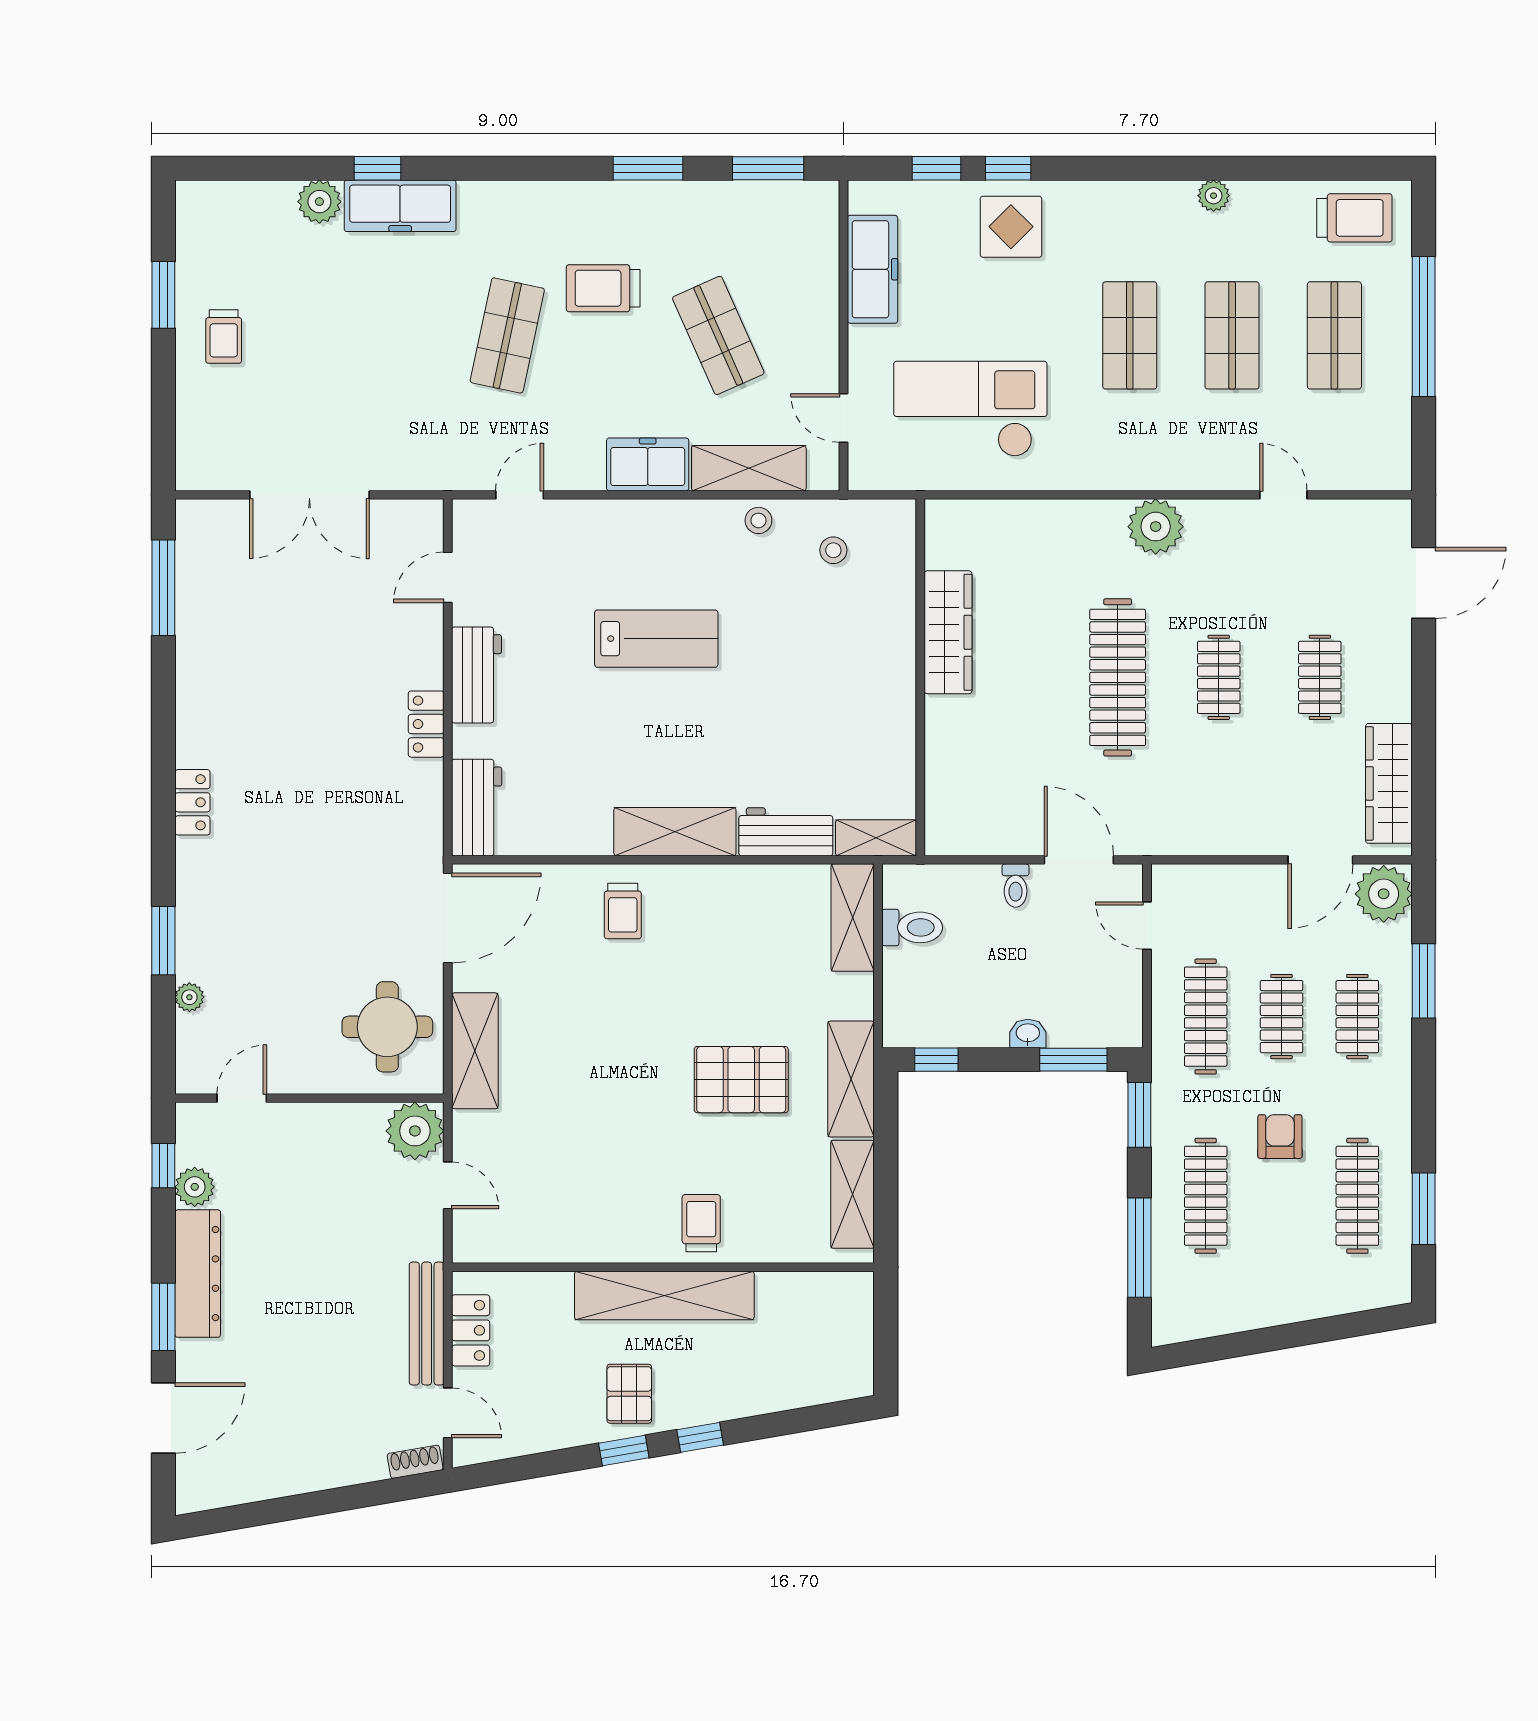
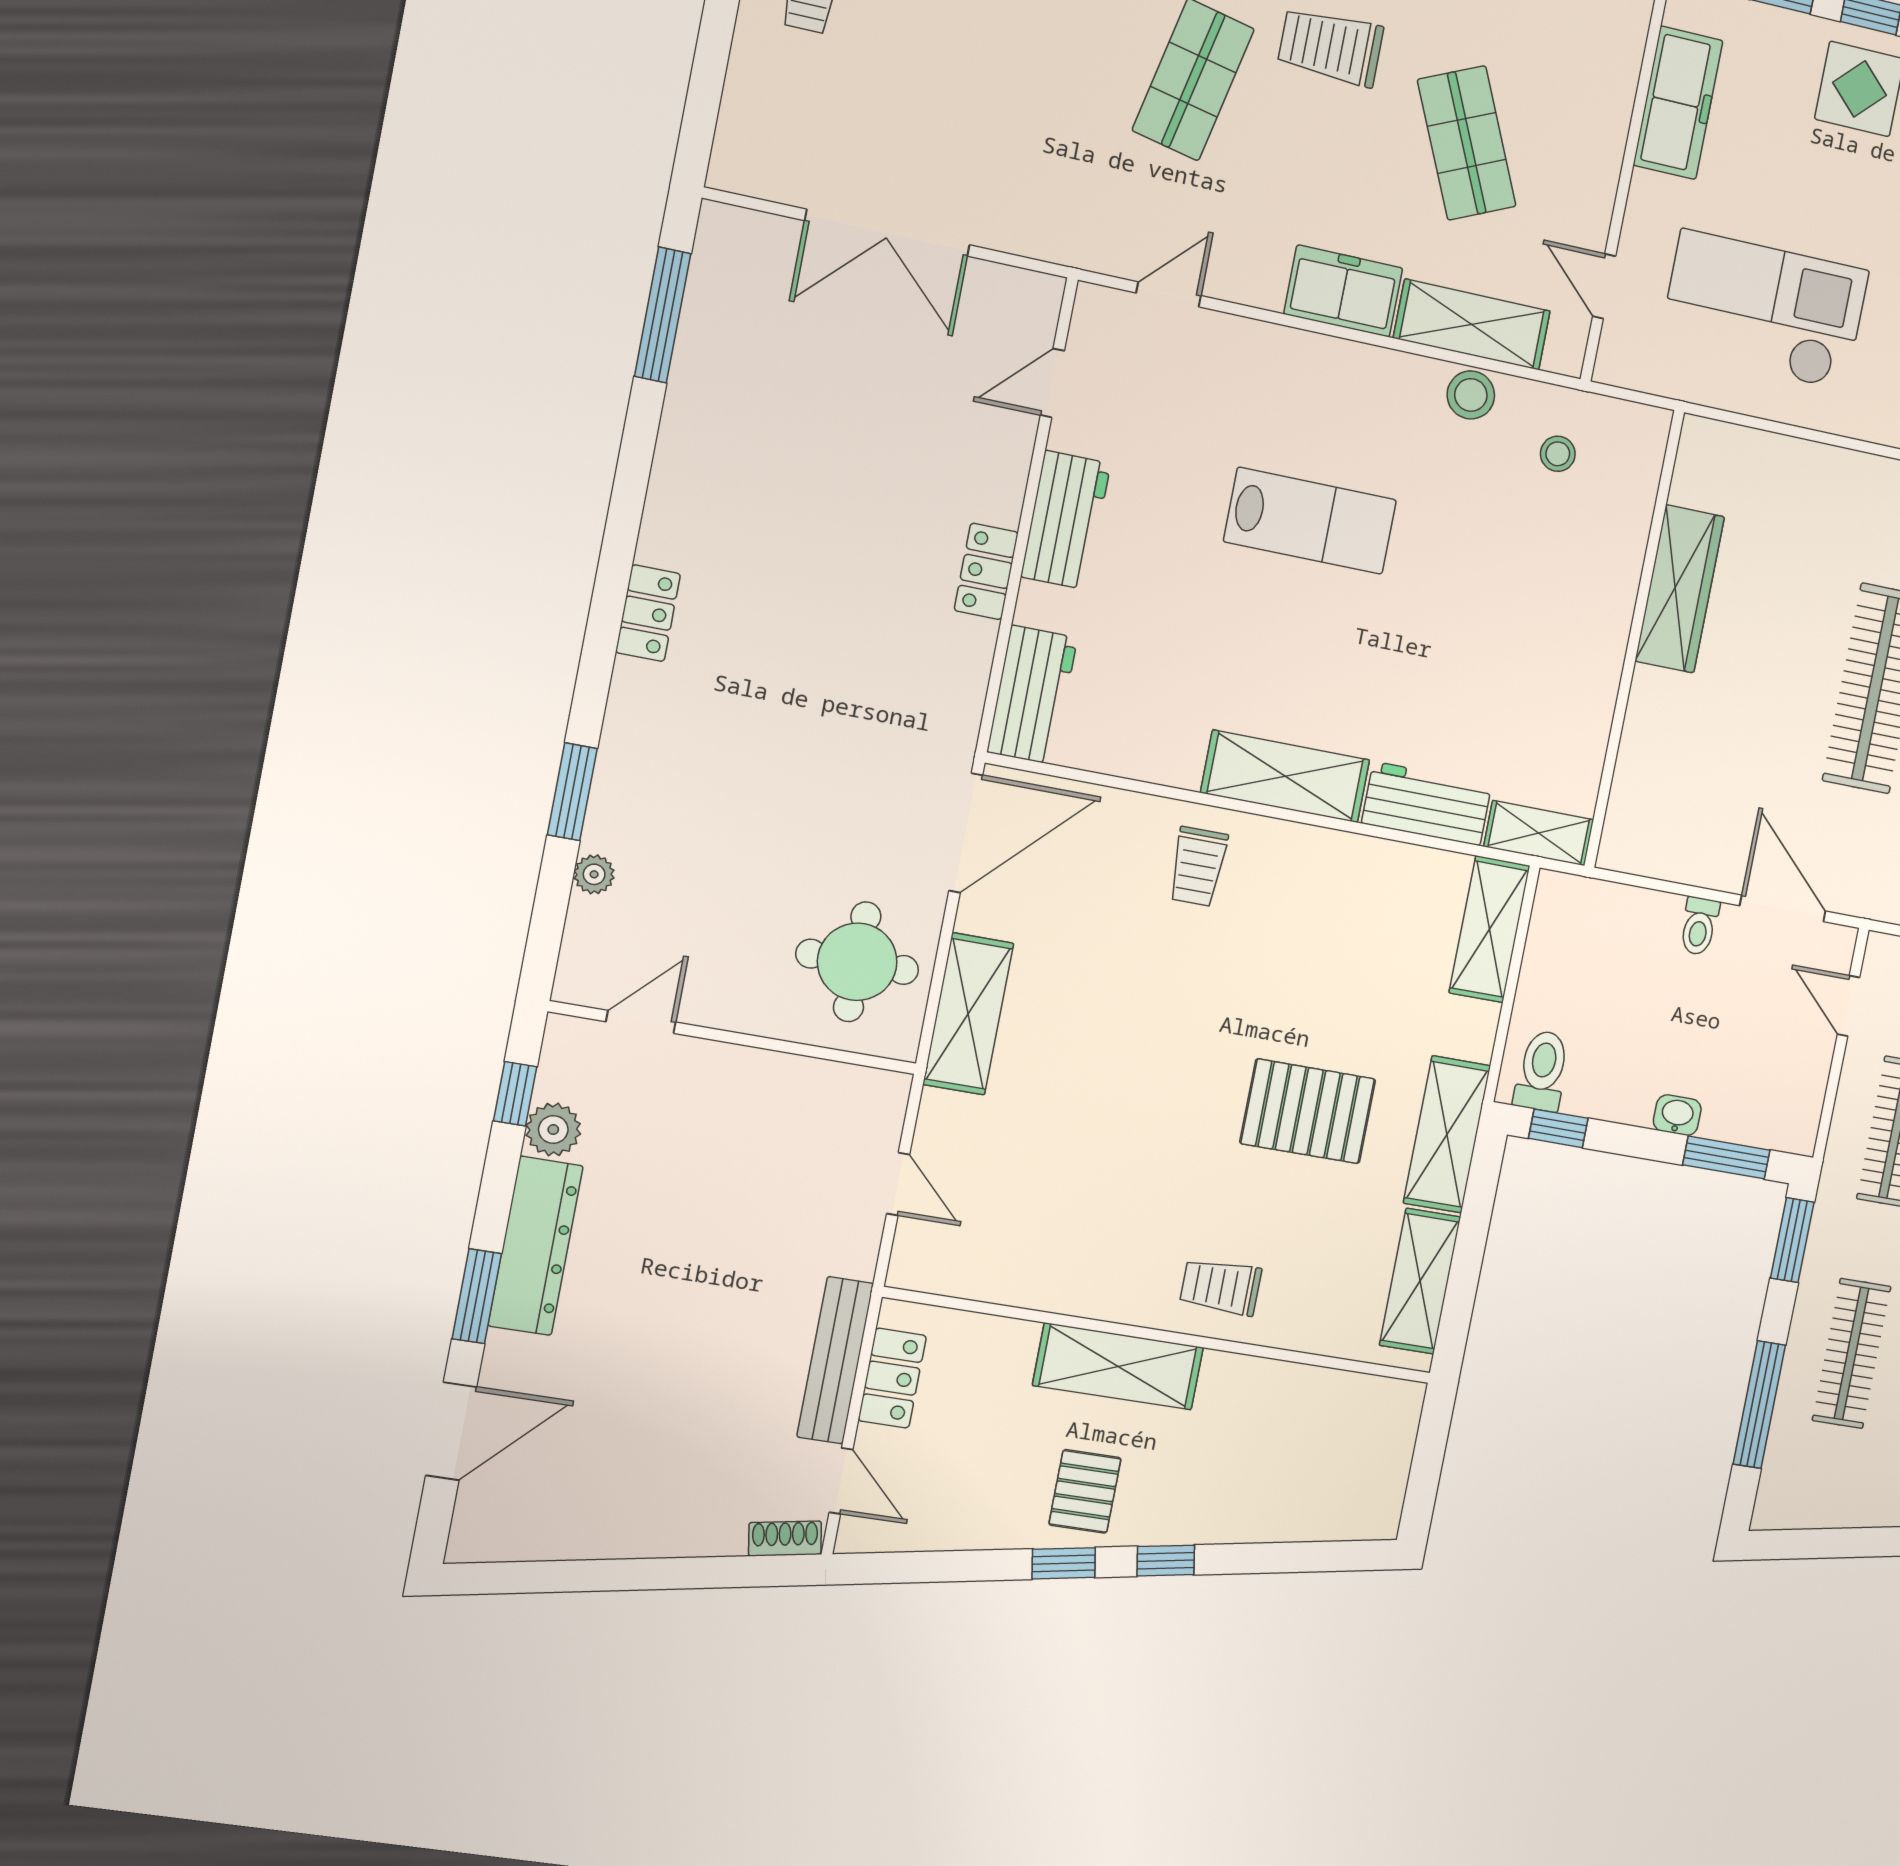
stool: (758, 520) -> (1471, 395), width x1.37, depth x1.37
toilet: (912, 927) -> (1542, 1071), moved, turned -90
plant: (415, 1131) -> (868, 1105), removed
trolley: (701, 1223) -> (1221, 1287), turned -90
shelving: (664, 1295) -> (1118, 1366), width x0.68

